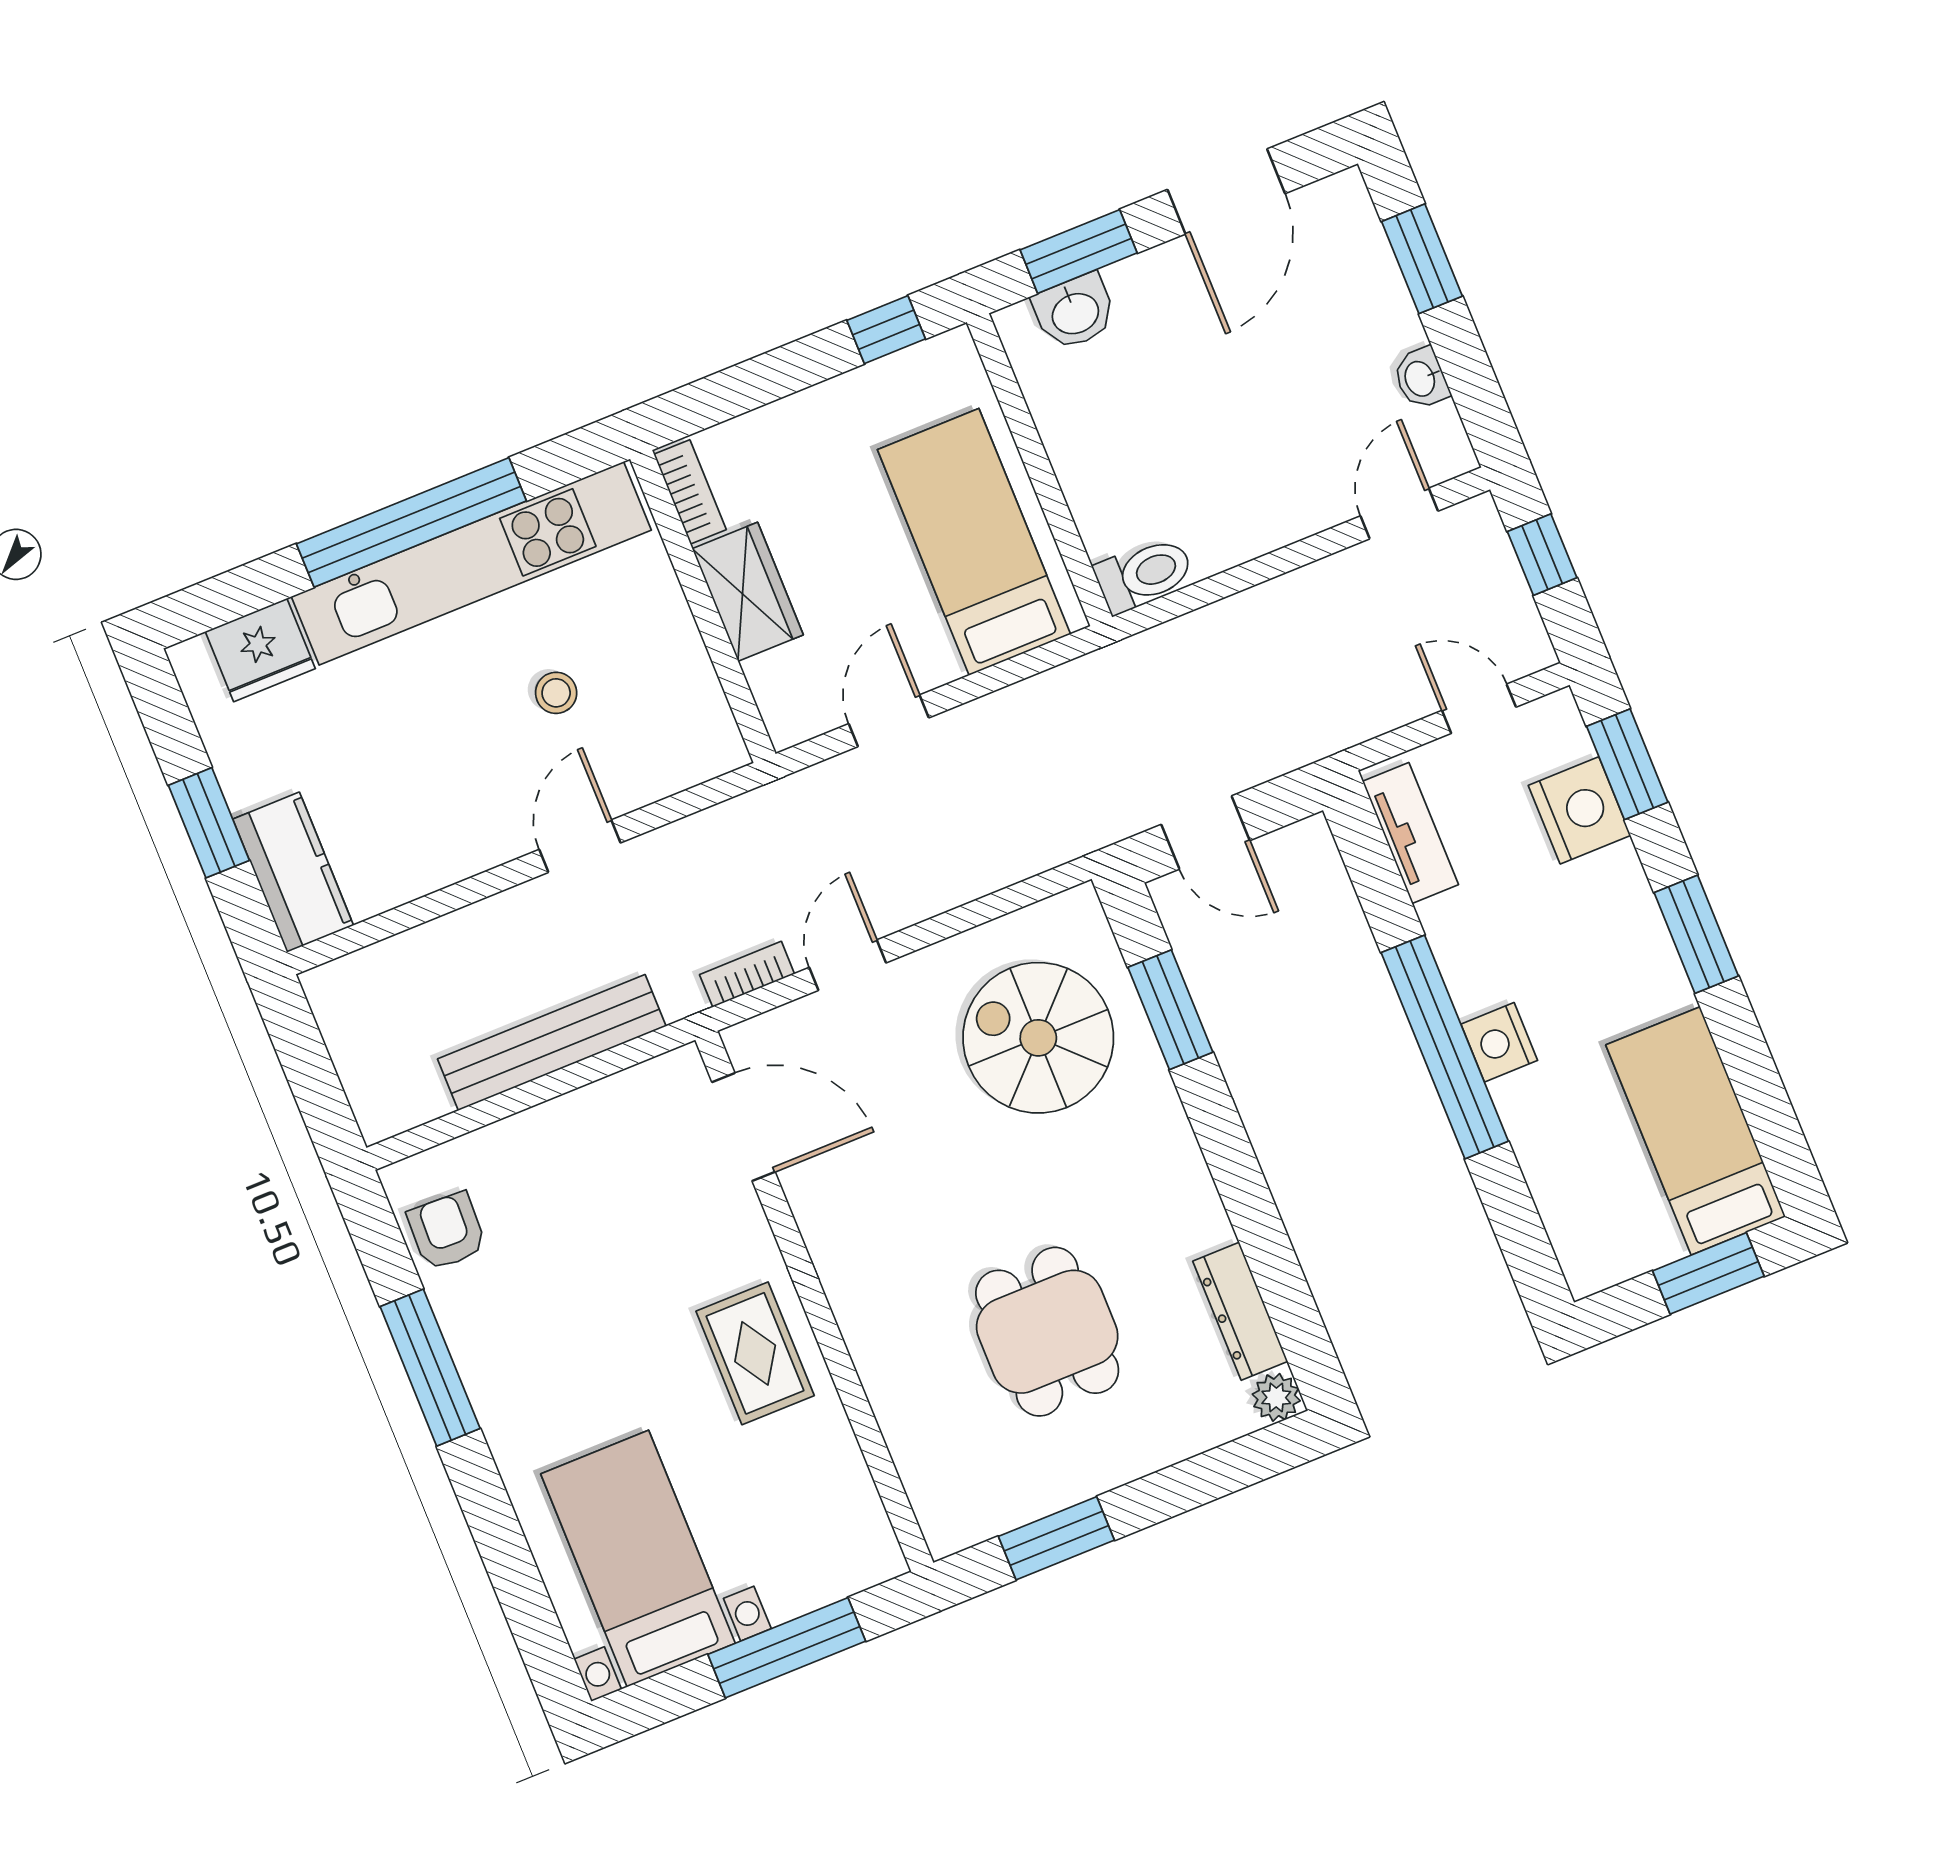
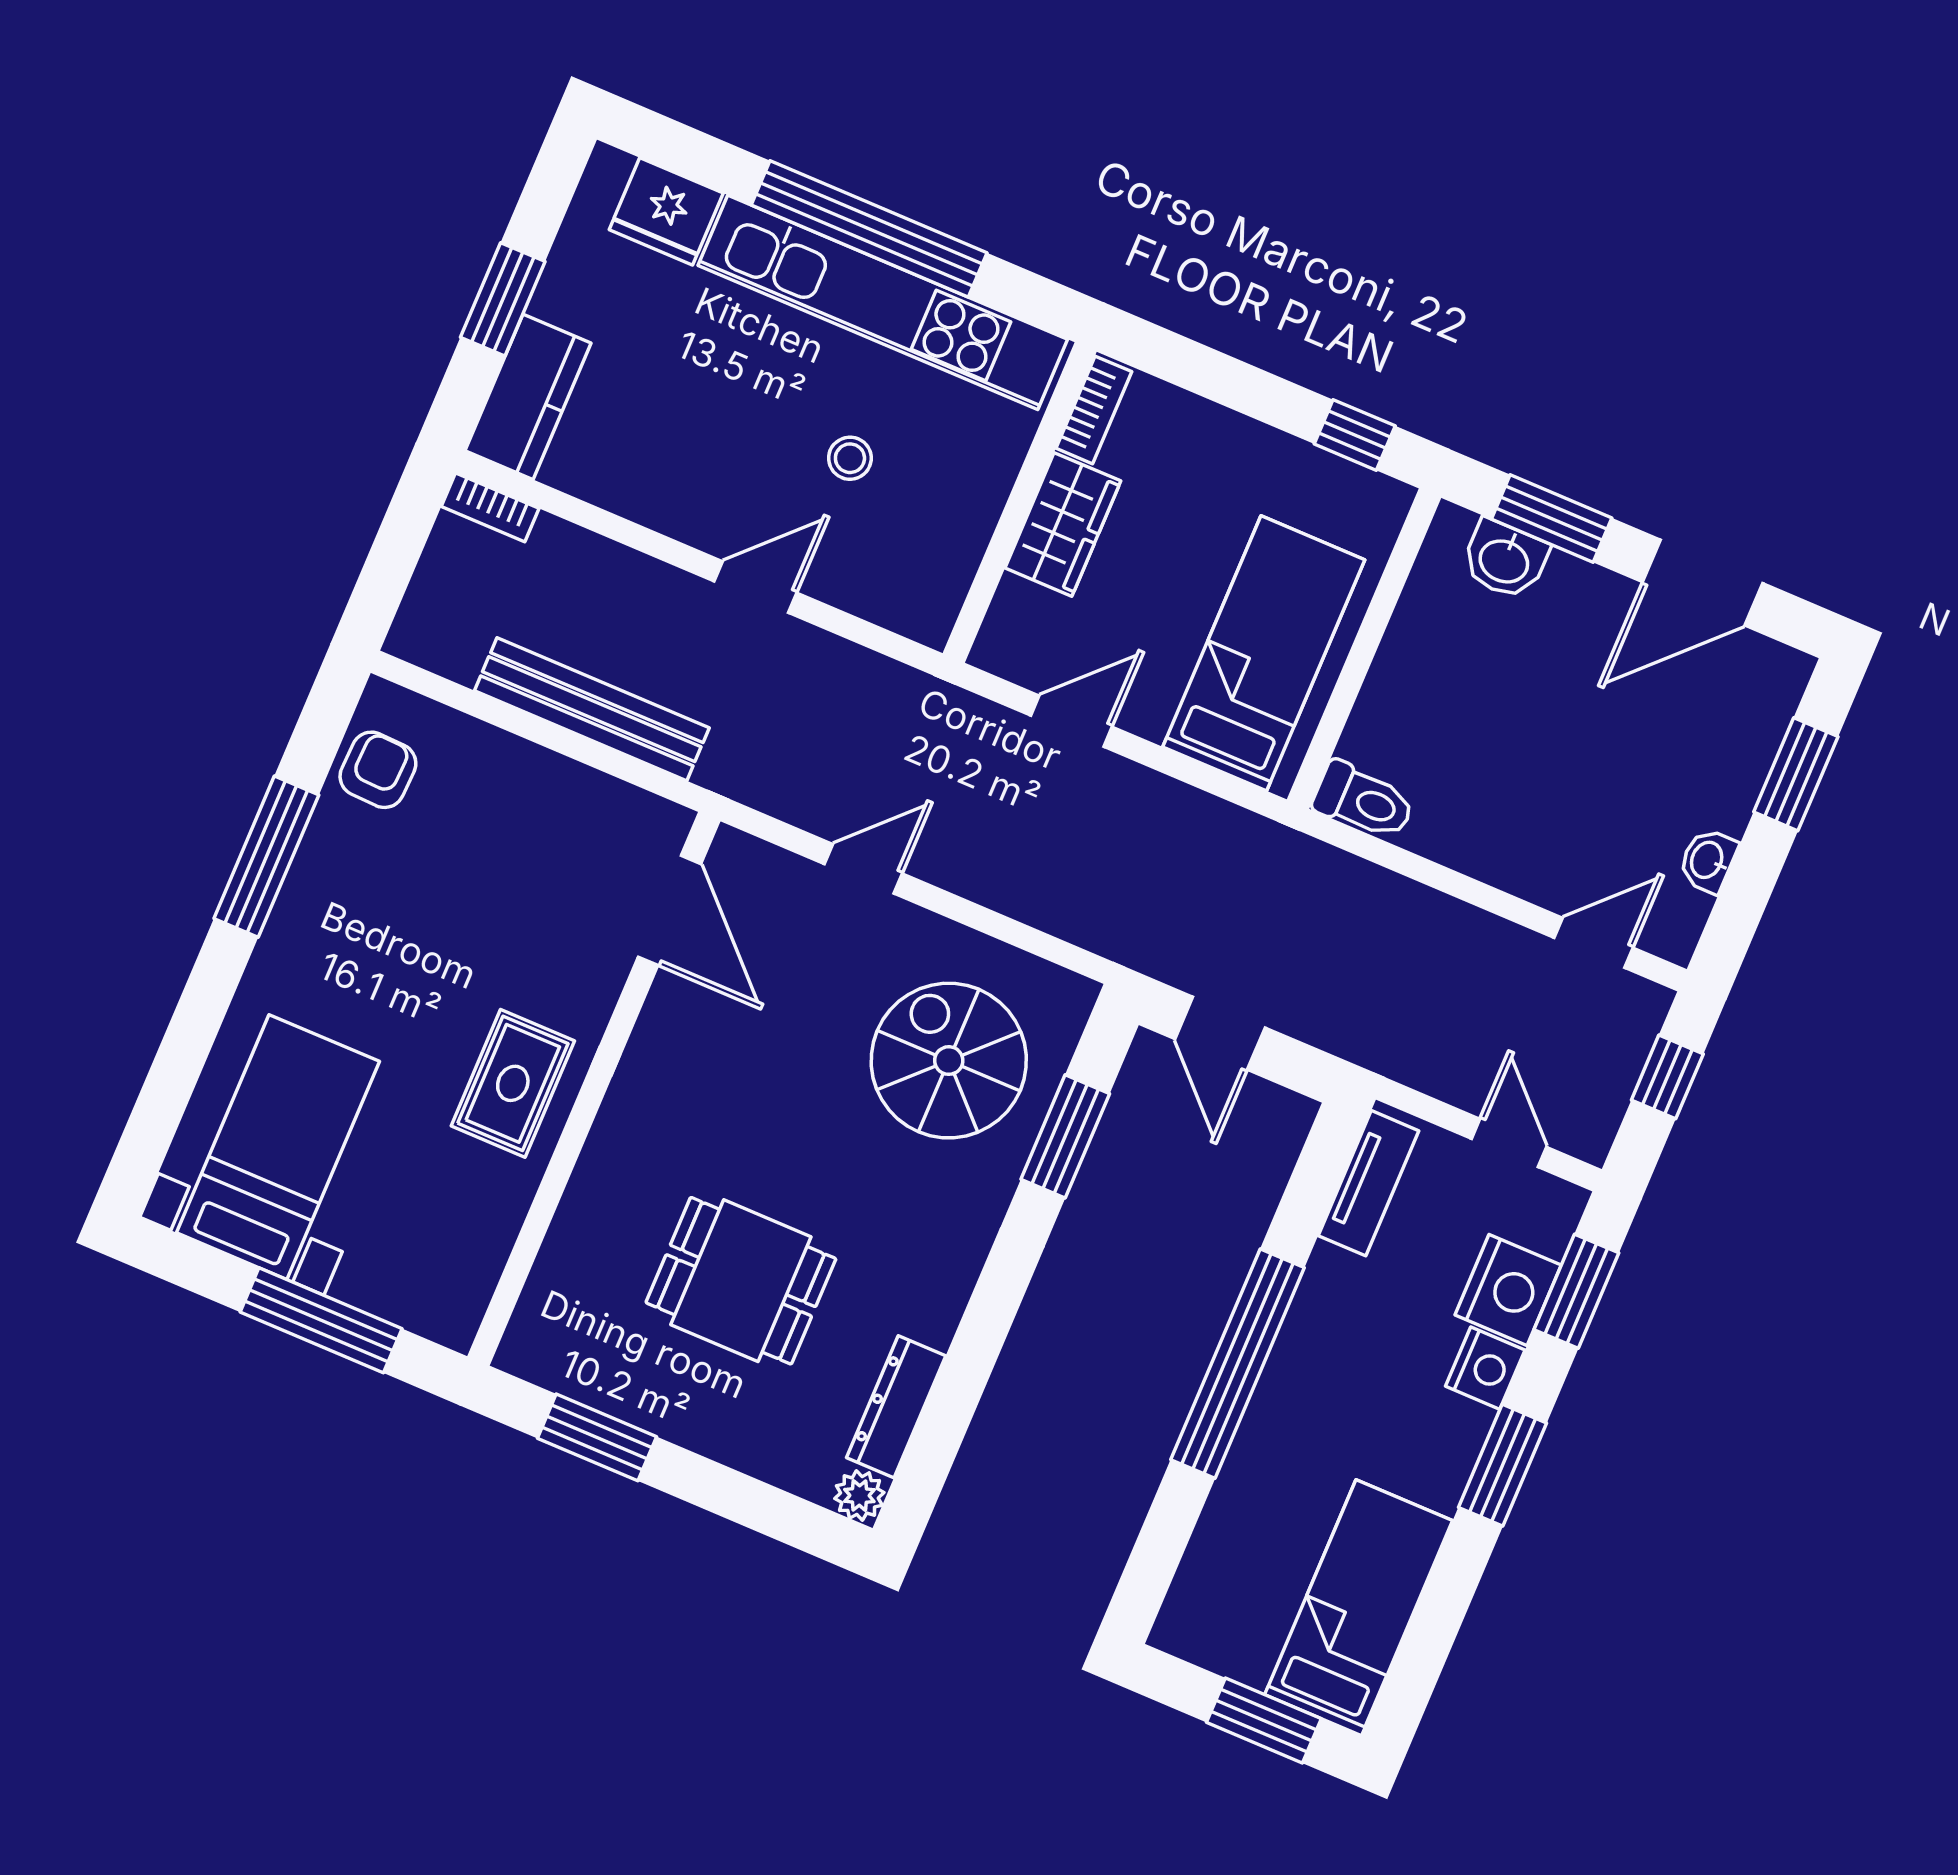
bookcase: (747, 974) -> (490, 507), moved, turned 180
nightstand: (1499, 1042) -> (1485, 1368), moved, turned 180
dining table: (1047, 1332) -> (741, 1281), turned 90

